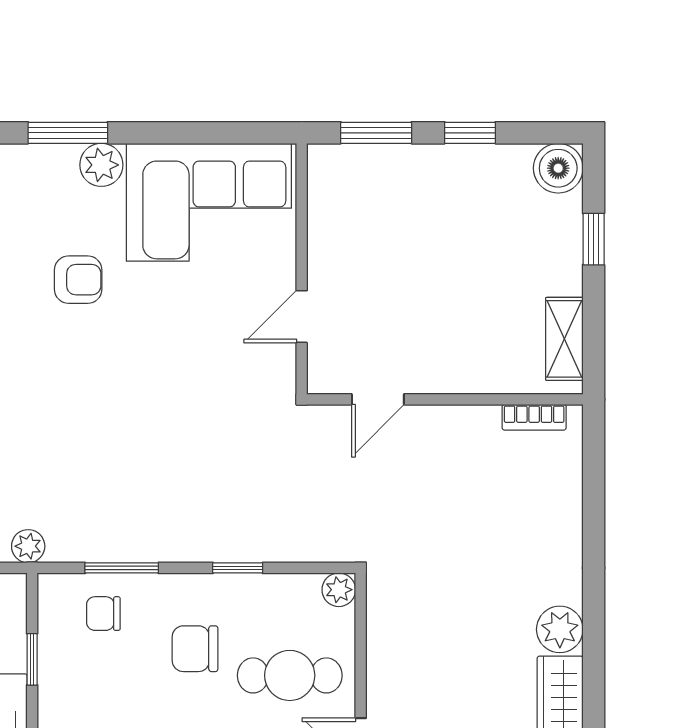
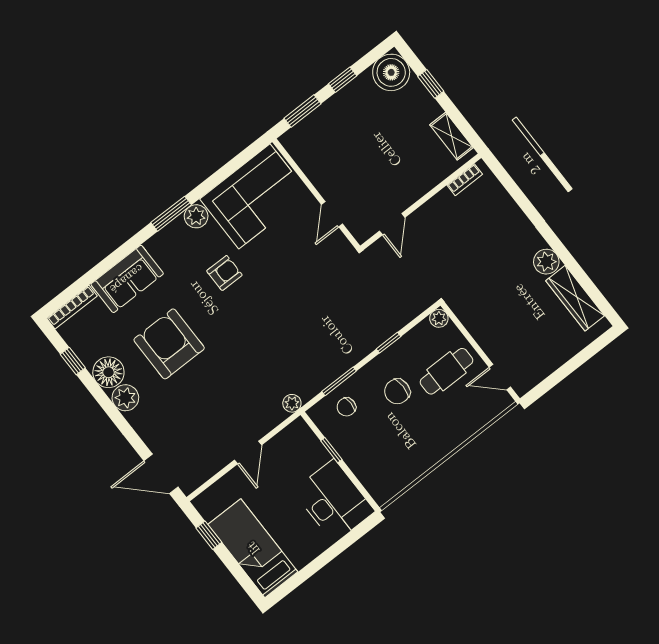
boiler: (558, 168) -> (391, 72), width x1.37, depth x1.37

